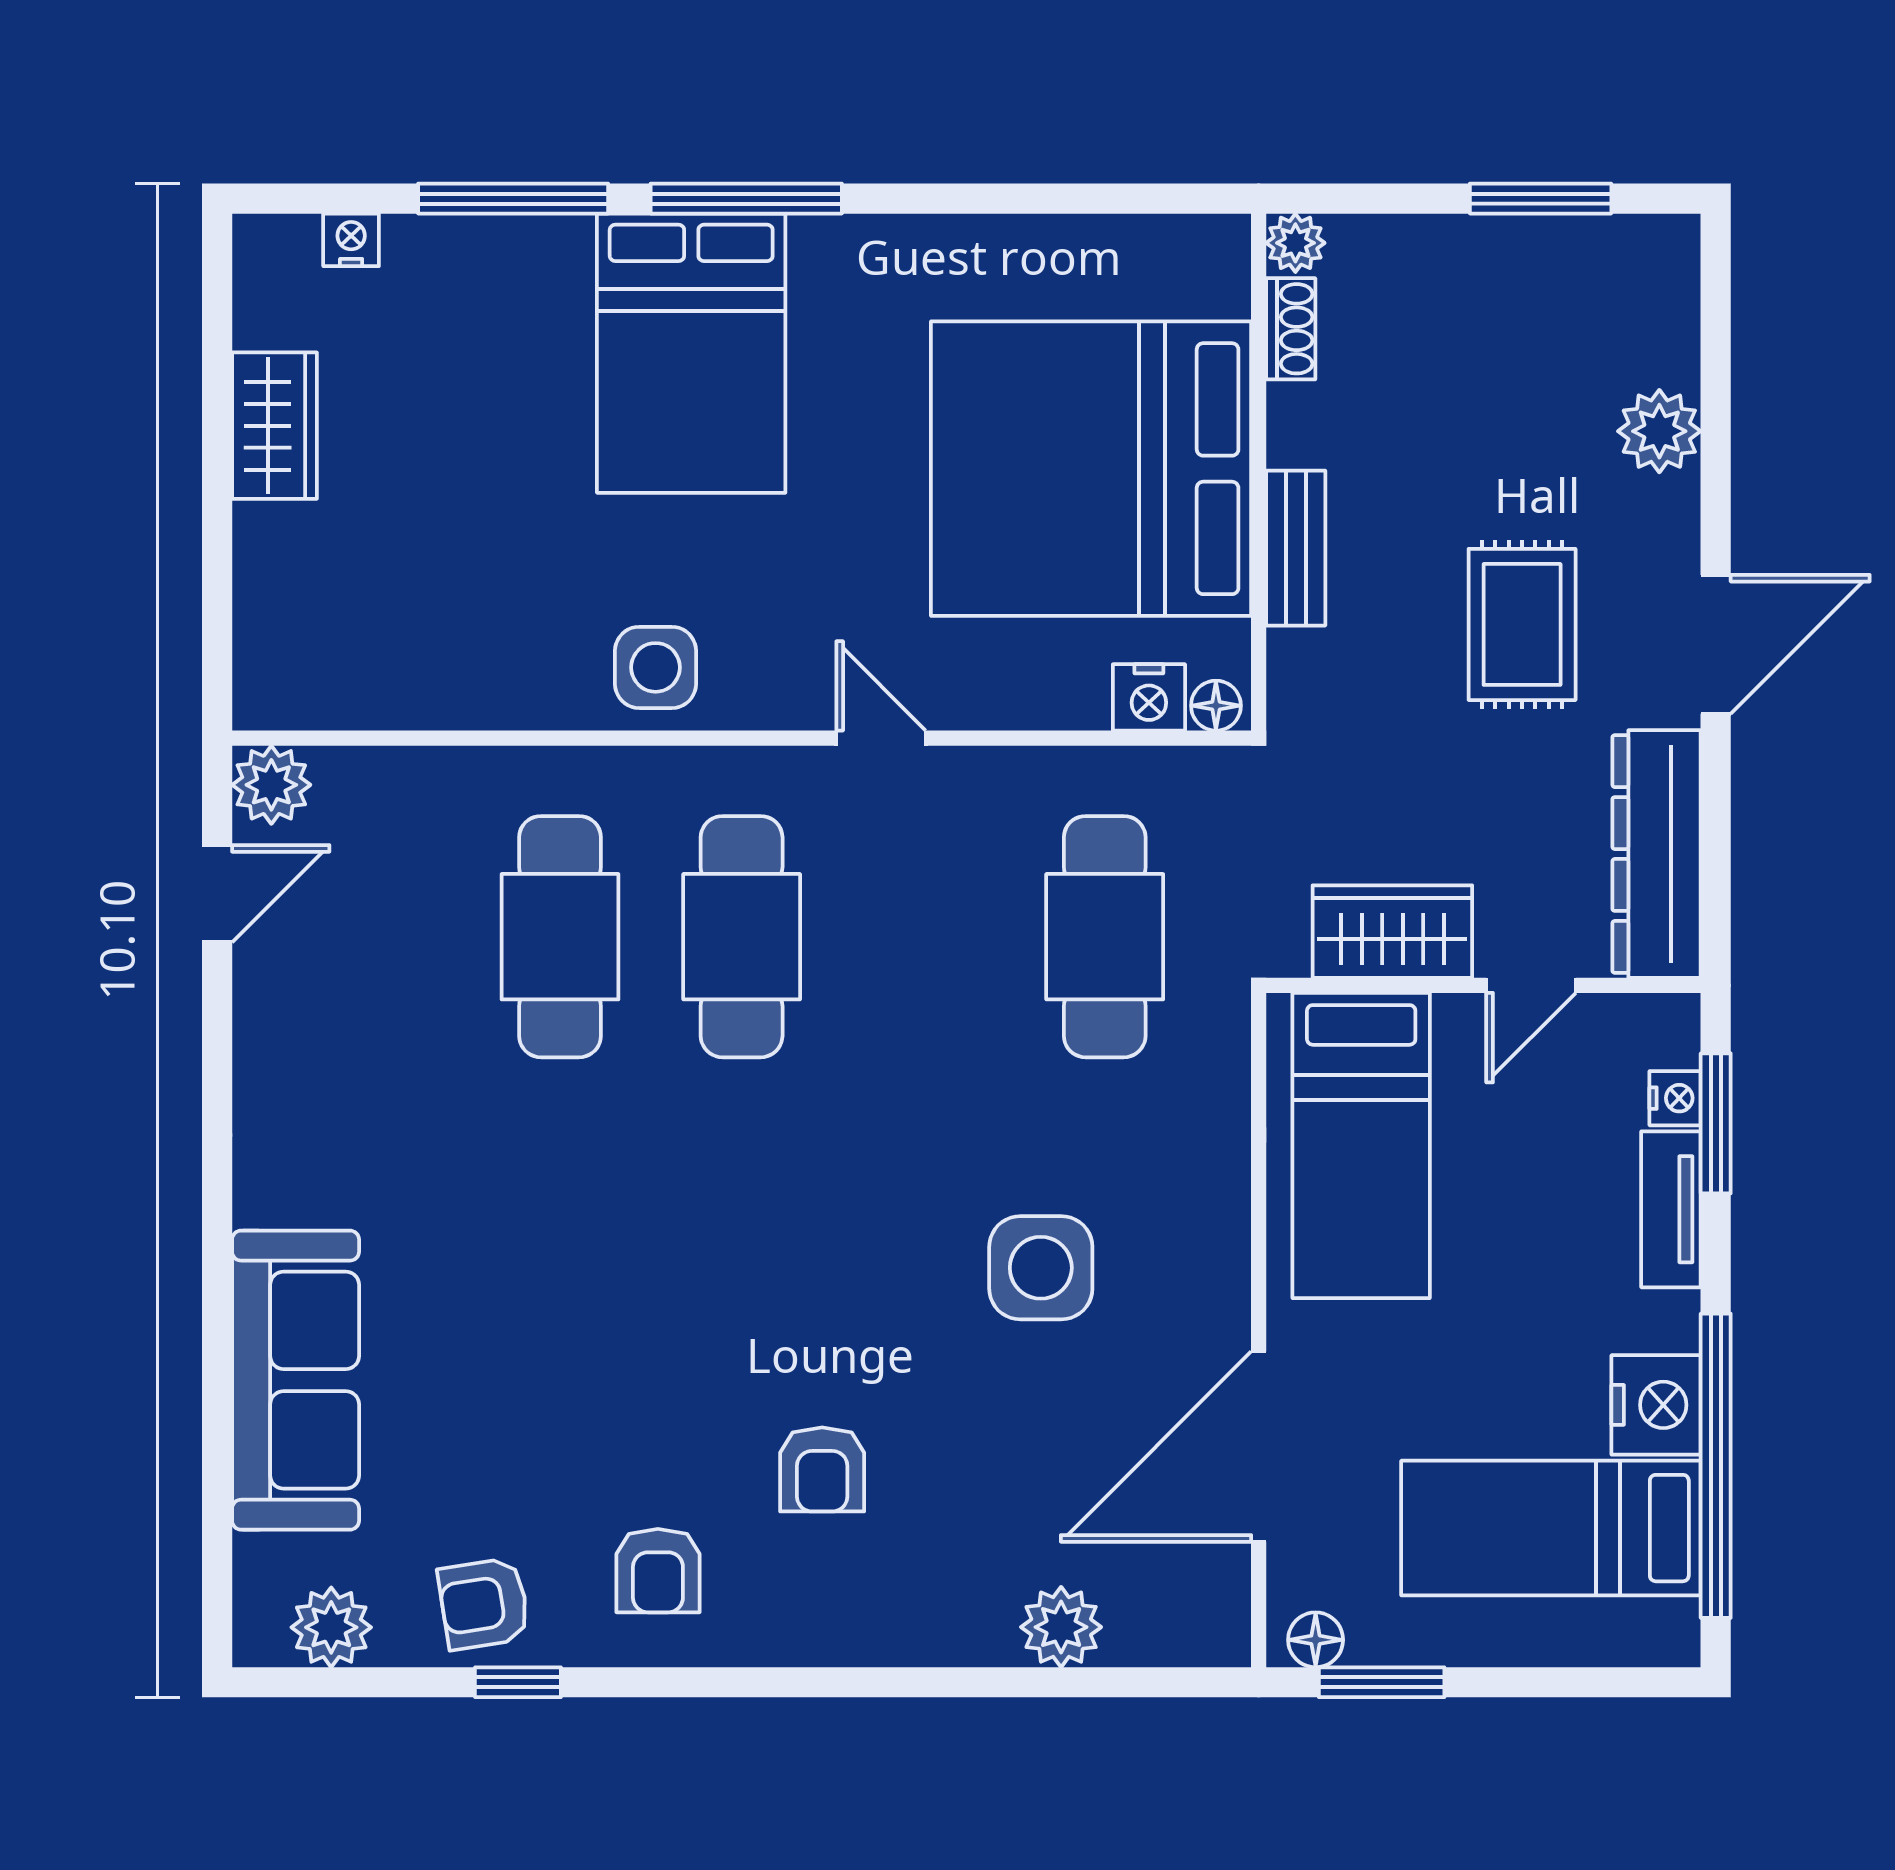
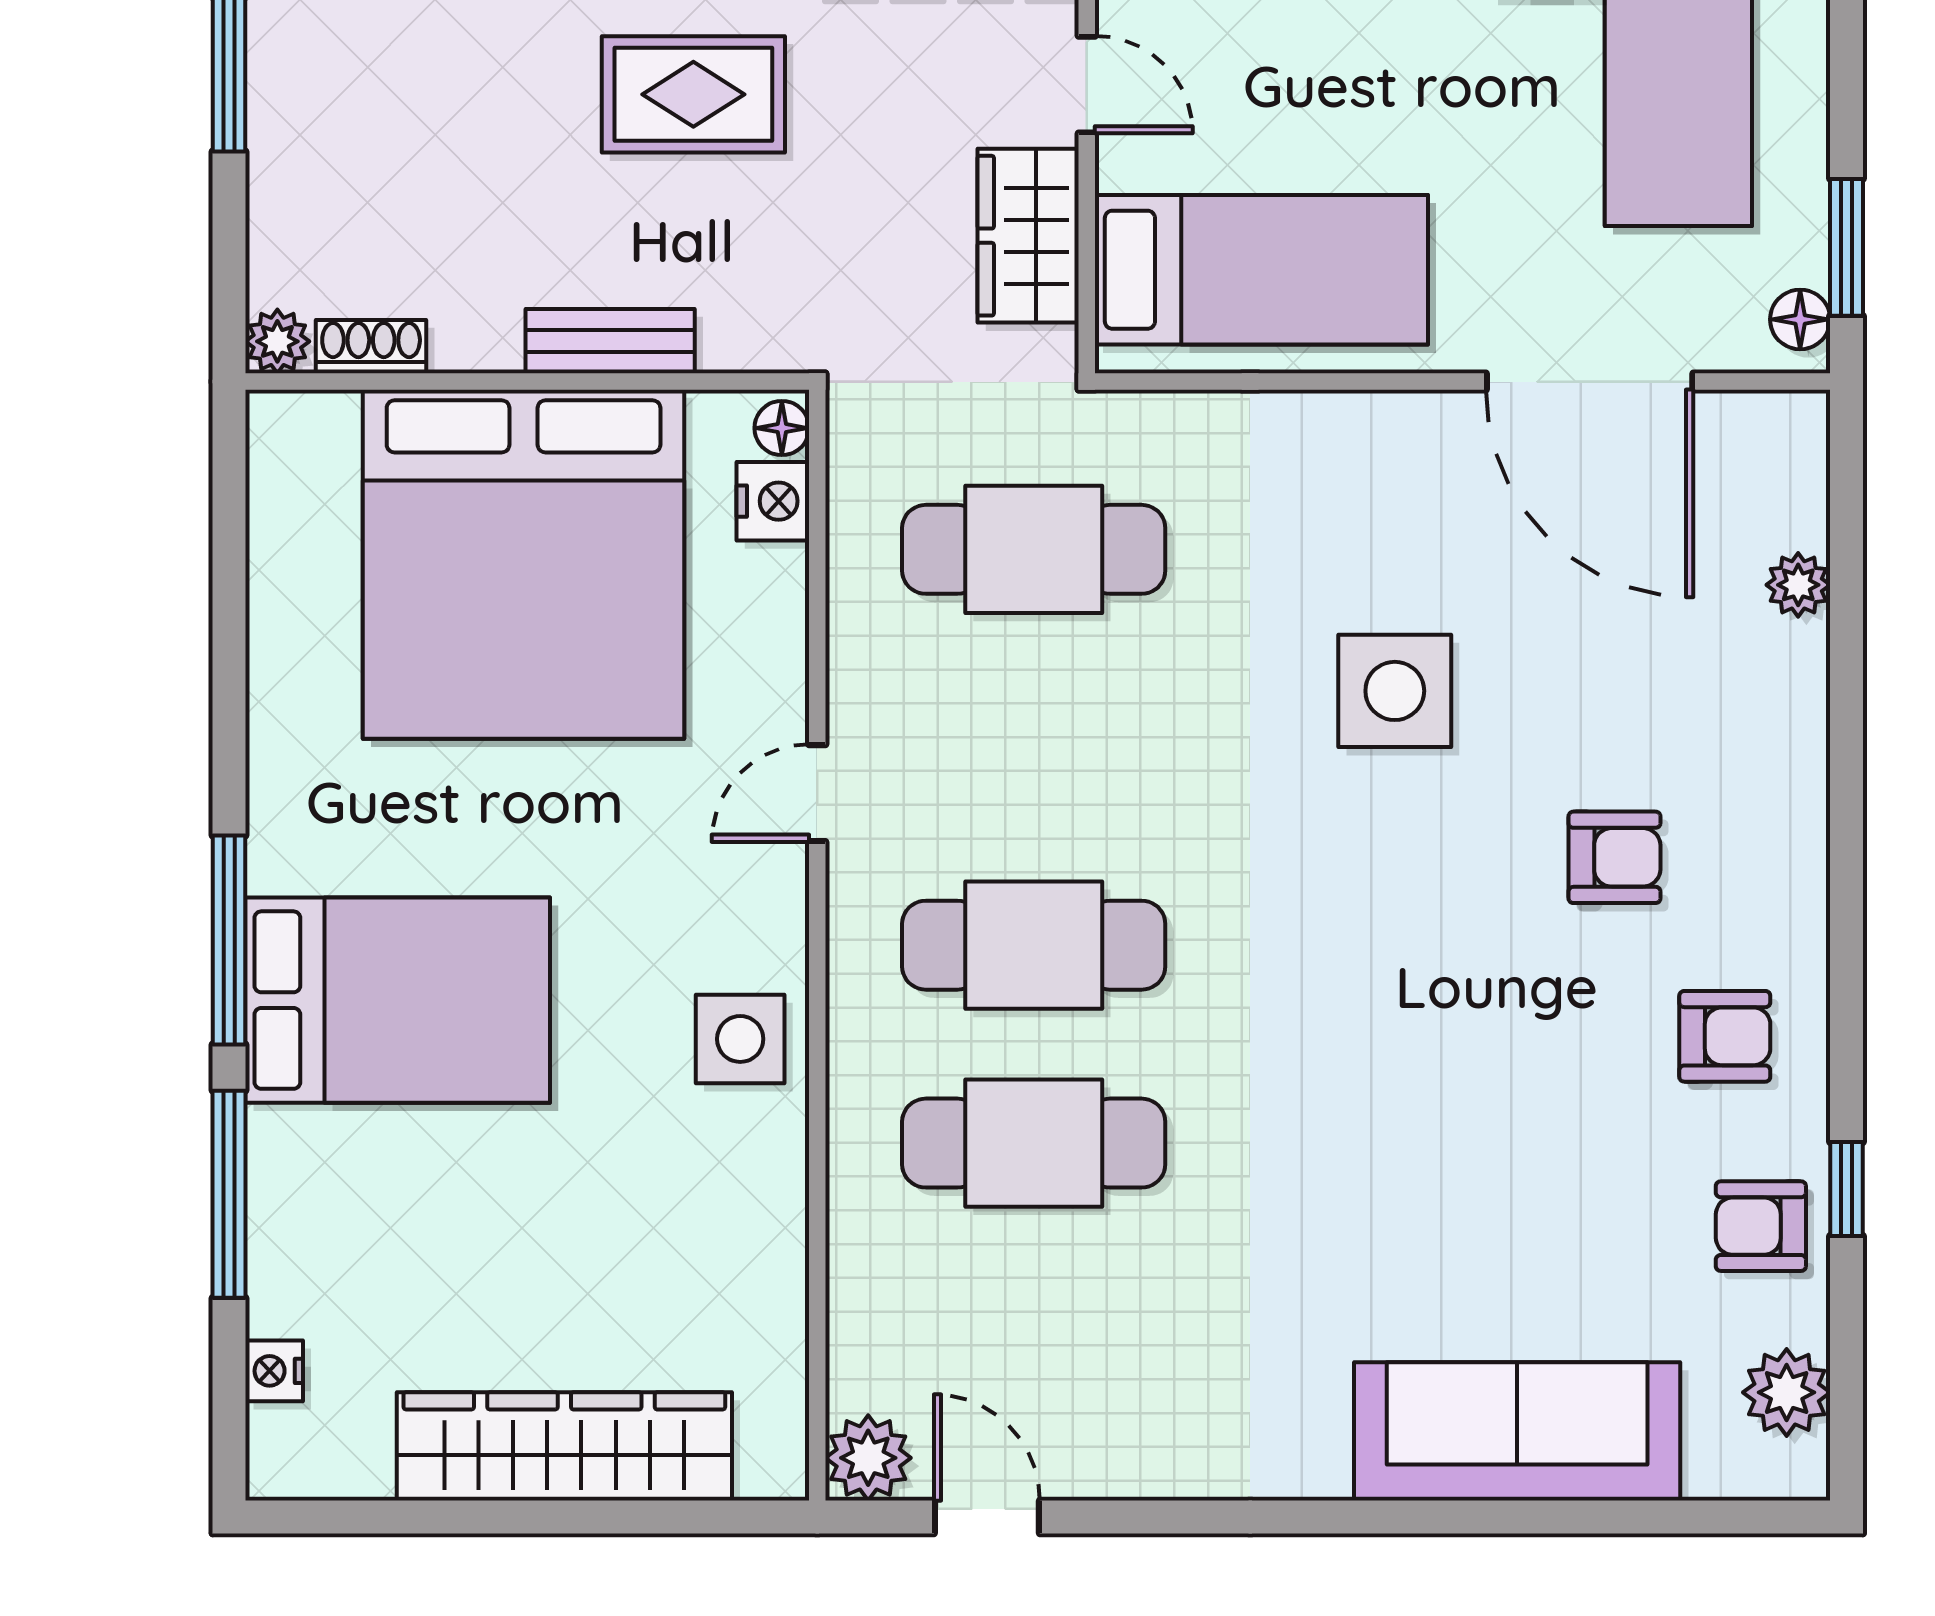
wardrobe: (274, 426) -> (564, 1446), width x2.10, depth x1.17
side table: (1041, 1268) -> (1395, 691), moved
armchair: (484, 1604) -> (1761, 1226), turned 99
plant: (1061, 1627) -> (1798, 585), width x0.73, depth x0.73

